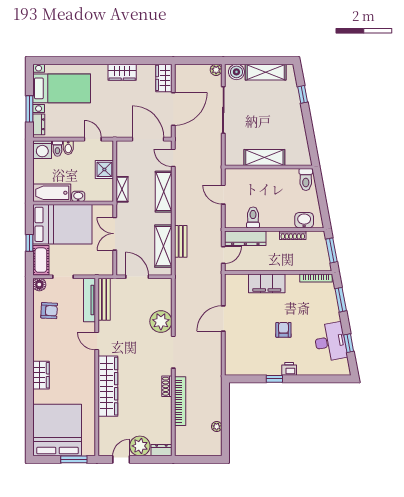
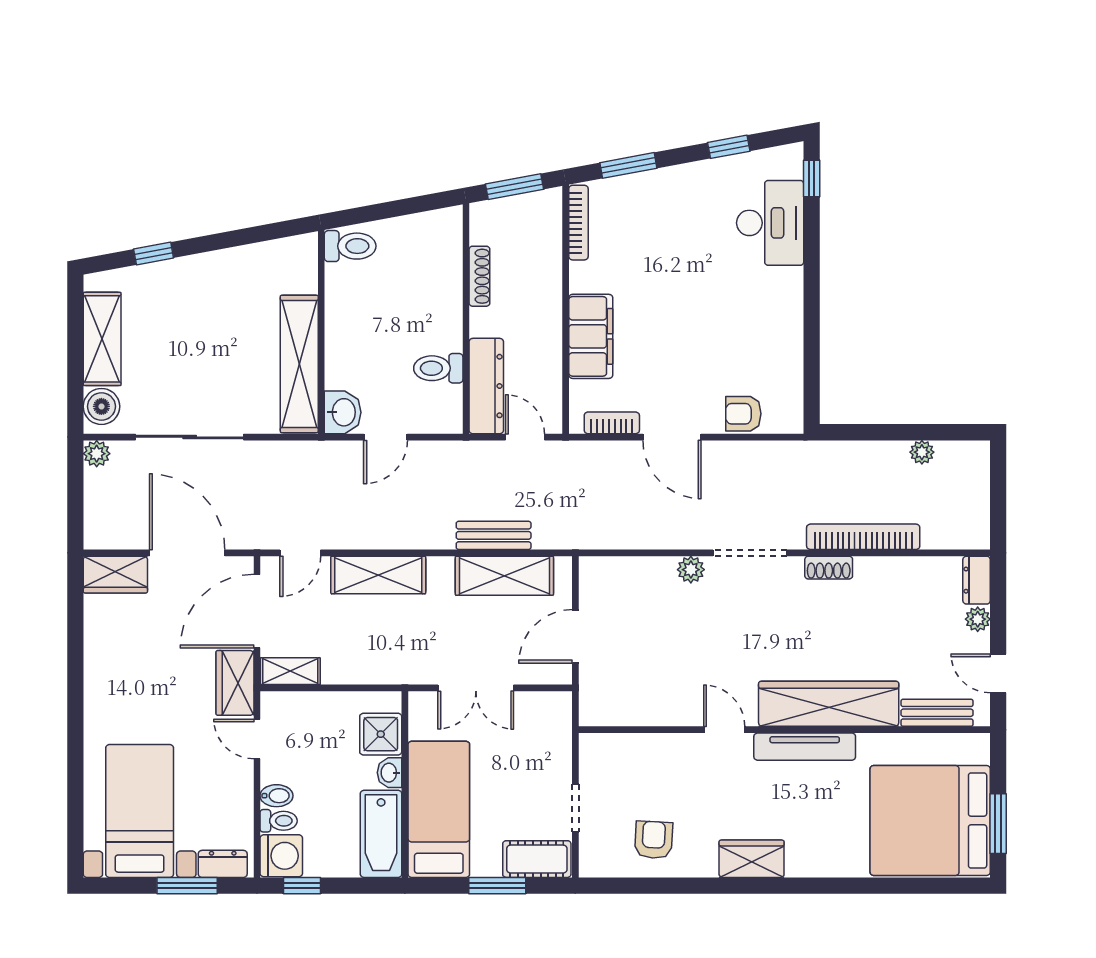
wardrobe: (122, 72) -> (235, 683), moved, turned 180
door: (93, 139) -> (257, 739), hinge flipped
shelving: (264, 157) -> (299, 364), width x1.47
window: (29, 159) -> (302, 886), added
shower: (104, 169) -> (381, 734), moved
shelving: (122, 189) -> (290, 671), moved
washbasin: (304, 220) -> (343, 412), moved, turned 180
bed: (62, 224) -> (439, 809), width x0.67
window: (29, 243) -> (497, 886), width x1.50
floor lamp: (39, 285) -> (593, 863), removed
bookcase: (229, 292) -> (612, 423), added
bench: (104, 299) -> (937, 713), moved, width x0.73
tv unit: (89, 300) -> (805, 747), moved
plant: (161, 322) -> (691, 570), width x0.53, depth x0.53
armchair: (283, 330) -> (743, 414), moved
door: (97, 341) -> (724, 730), swing flipped
desk: (330, 342) -> (770, 223), moved, turned 101
printer: (289, 369) -> (788, 285), removed
wardrobe: (41, 375) -> (752, 859), moved
window: (274, 379) -> (812, 178), moved
plant: (140, 446) -> (978, 619), width x0.53, depth x0.53
window: (74, 459) -> (998, 824), moved

